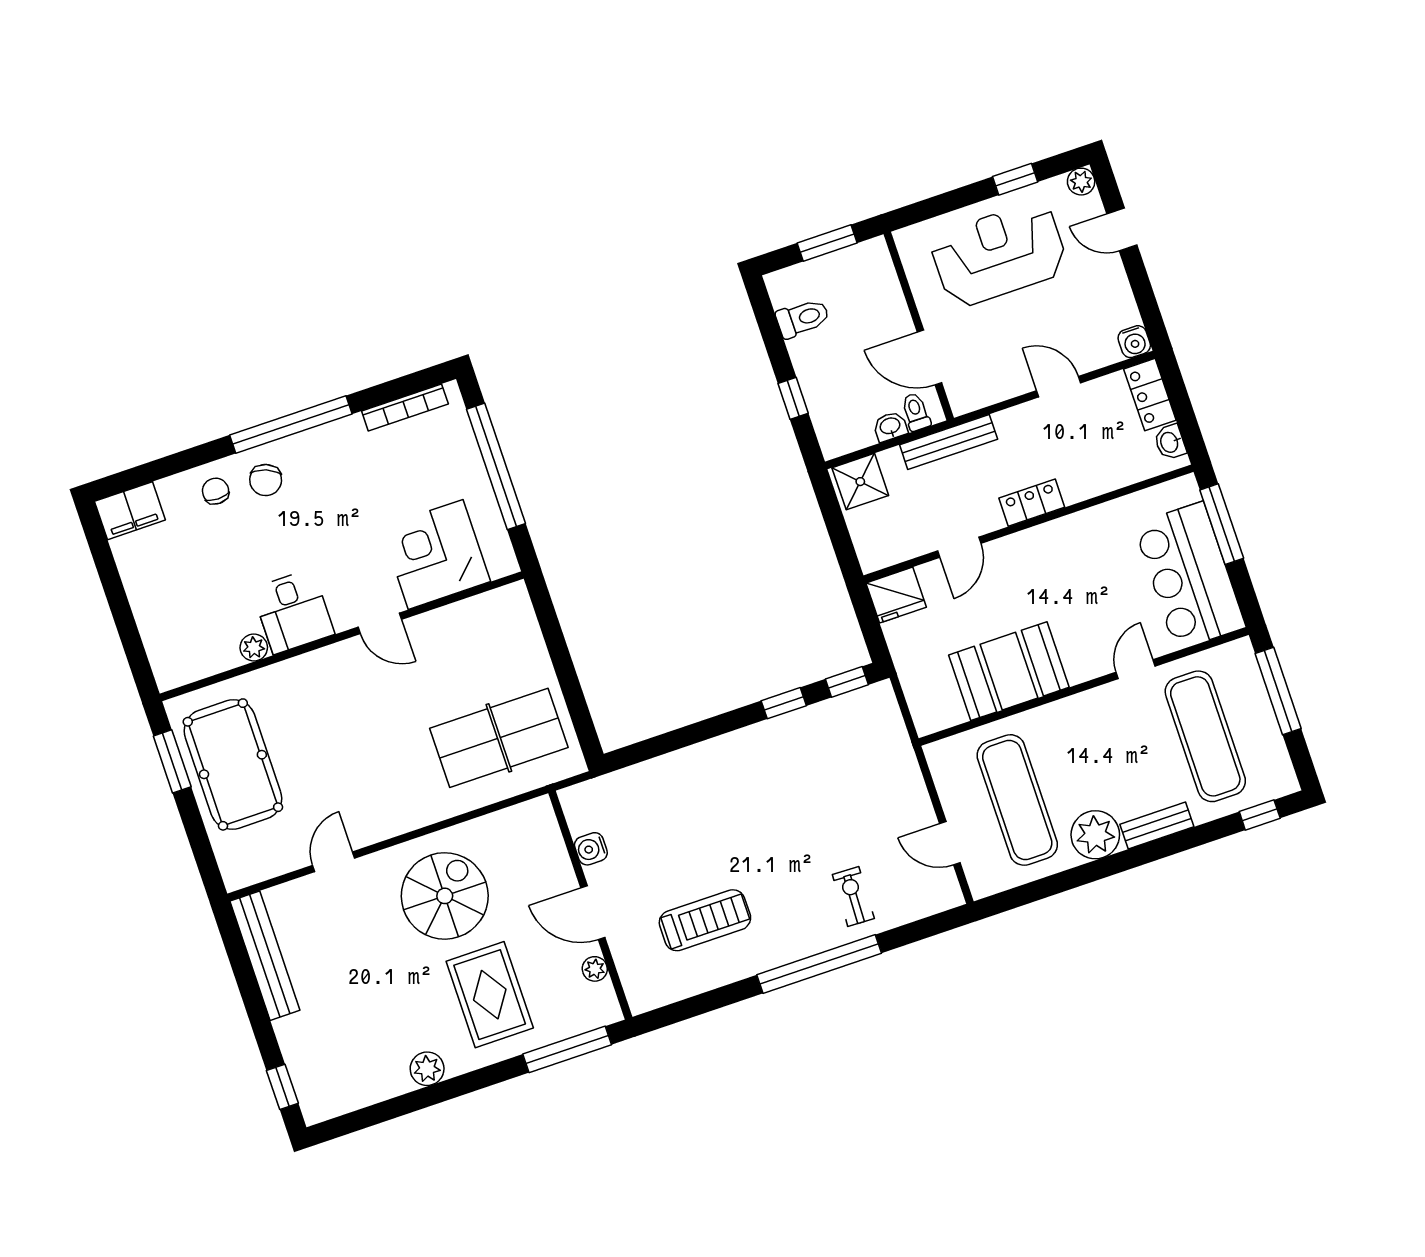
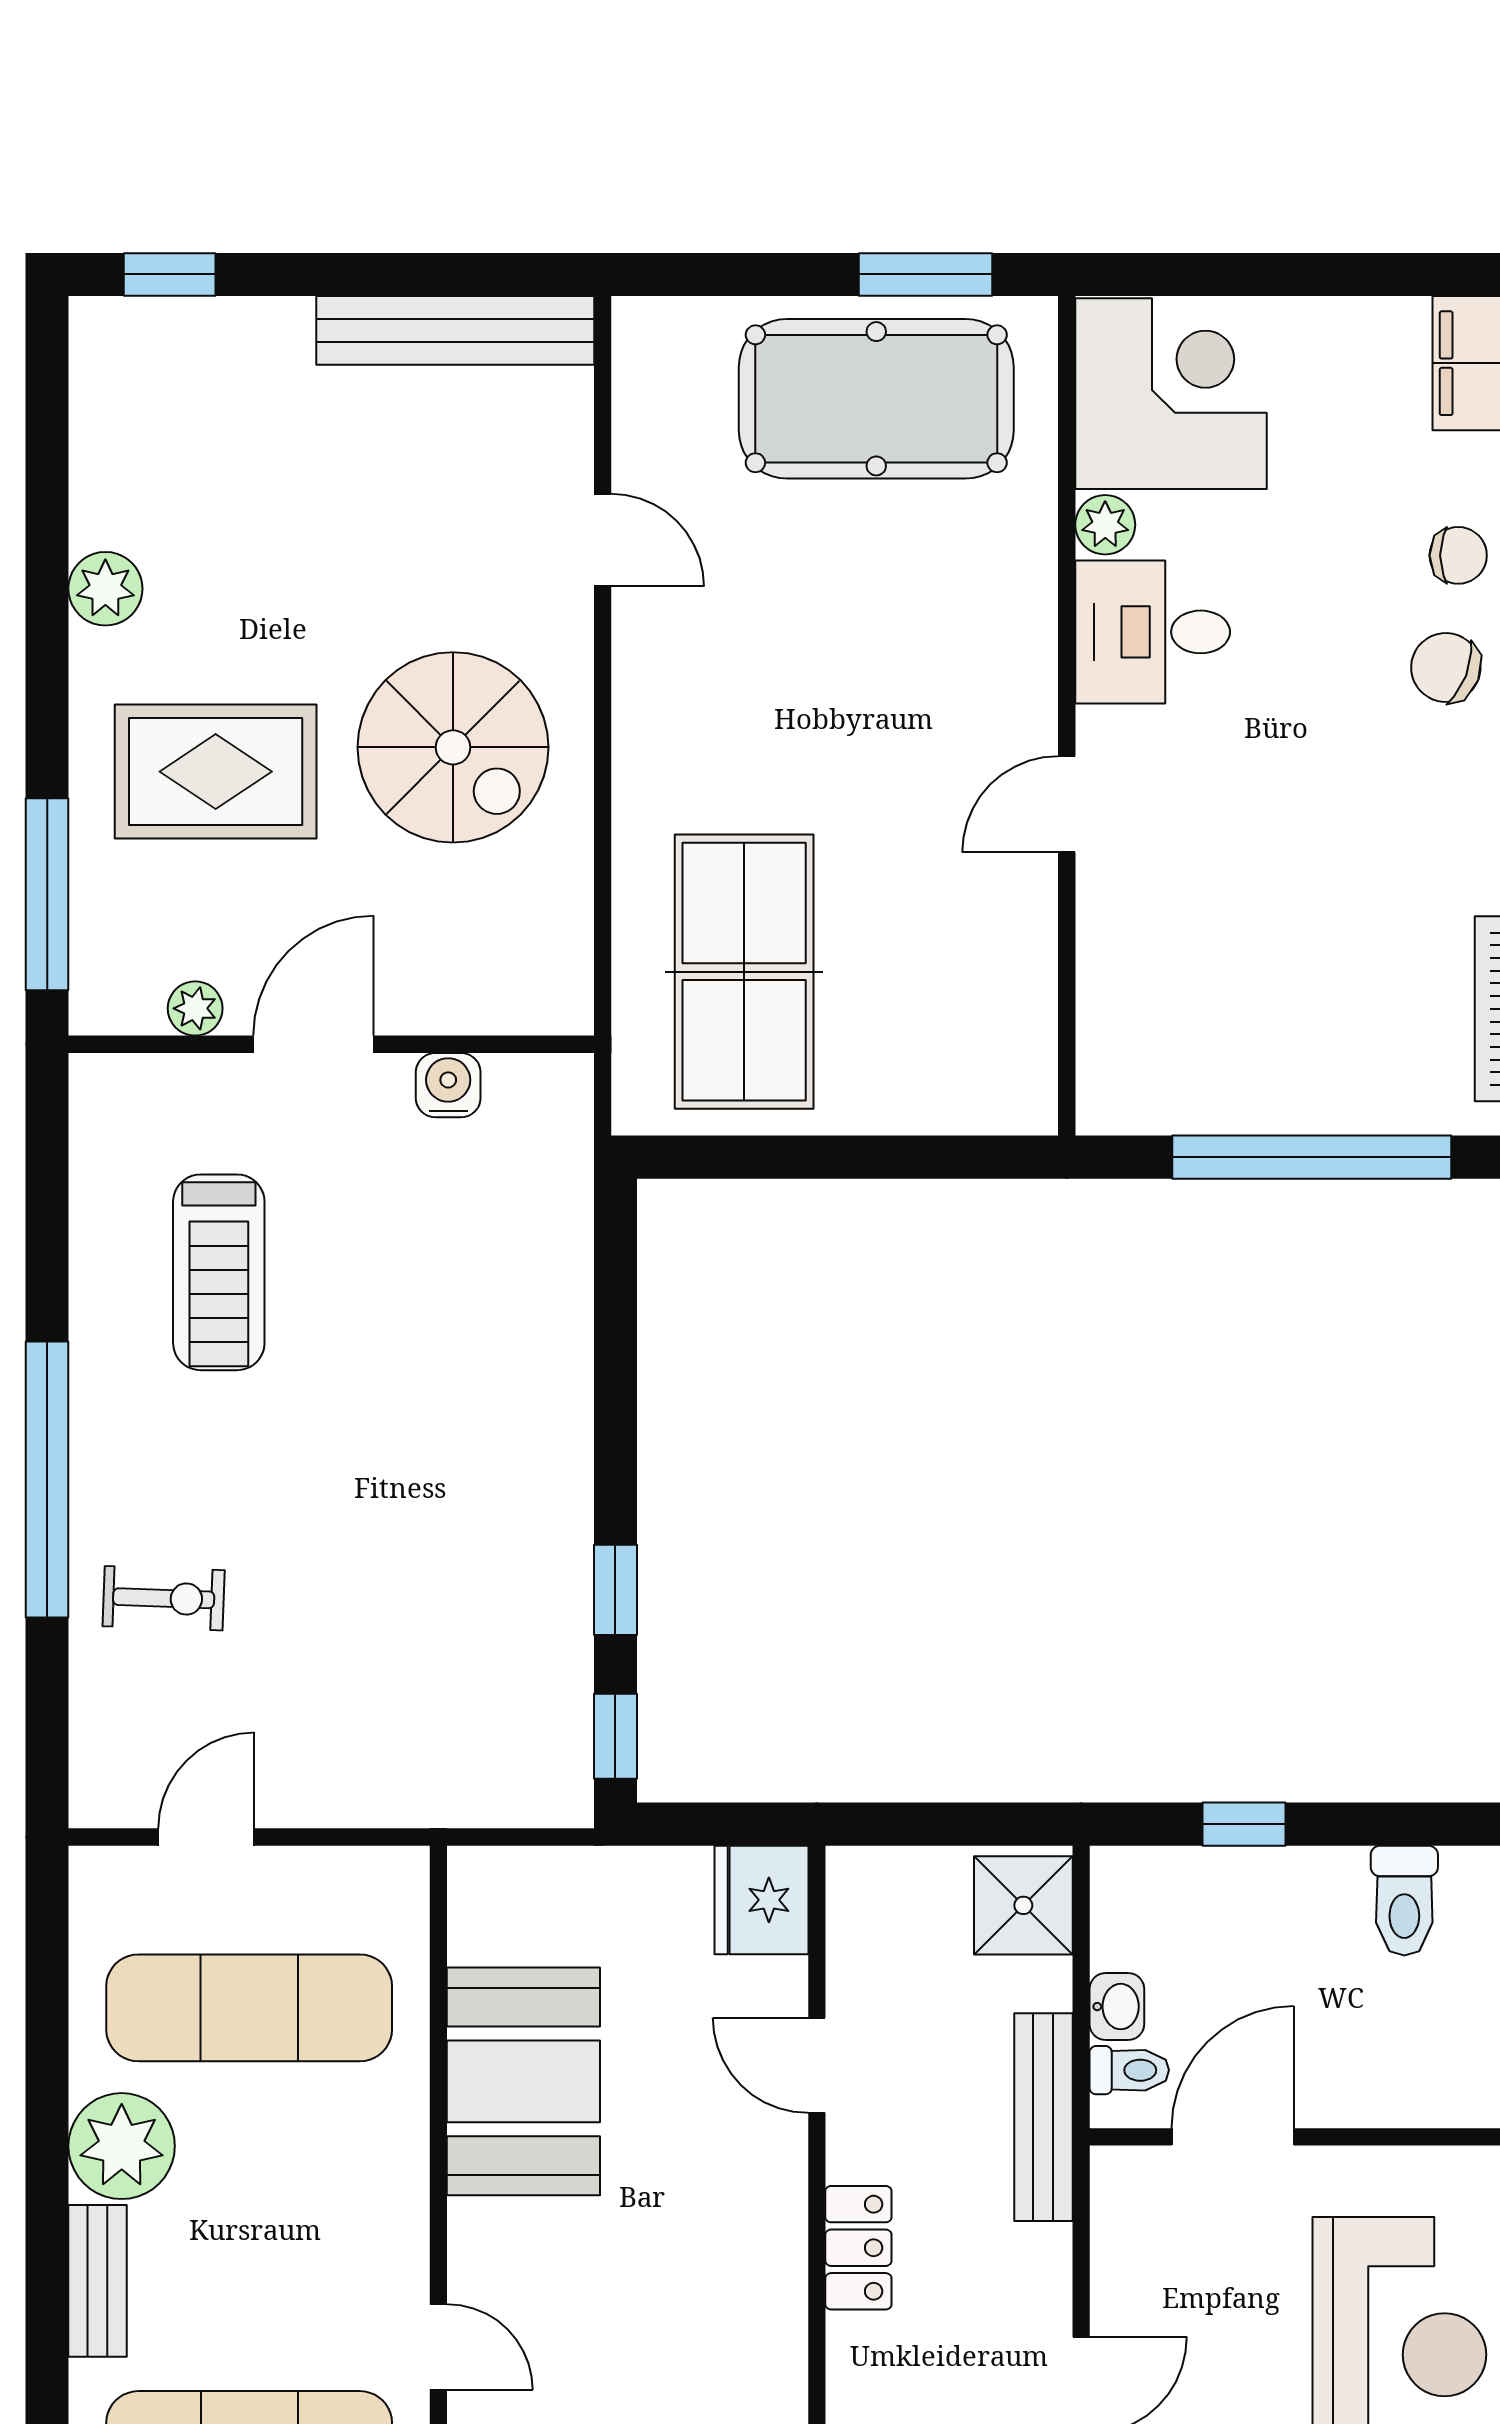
corner desk: (436, 554) -> (1171, 394), moved

